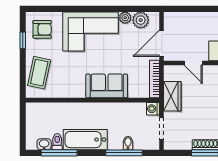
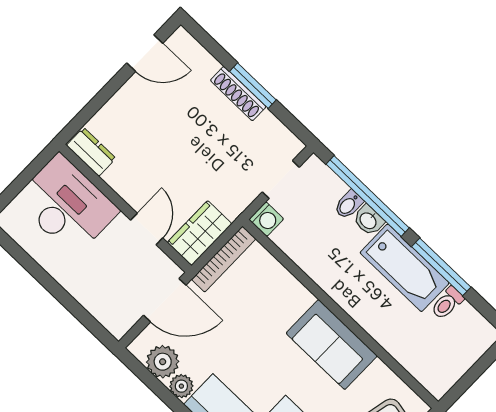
sofa: (107, 86) -> (332, 345), moved
wardrobe: (172, 96) -> (200, 233), moved
washbasin: (44, 144) -> (368, 220), moved
window: (59, 153) -> (441, 267), moved
window: (124, 153) -> (368, 196), width x1.46

